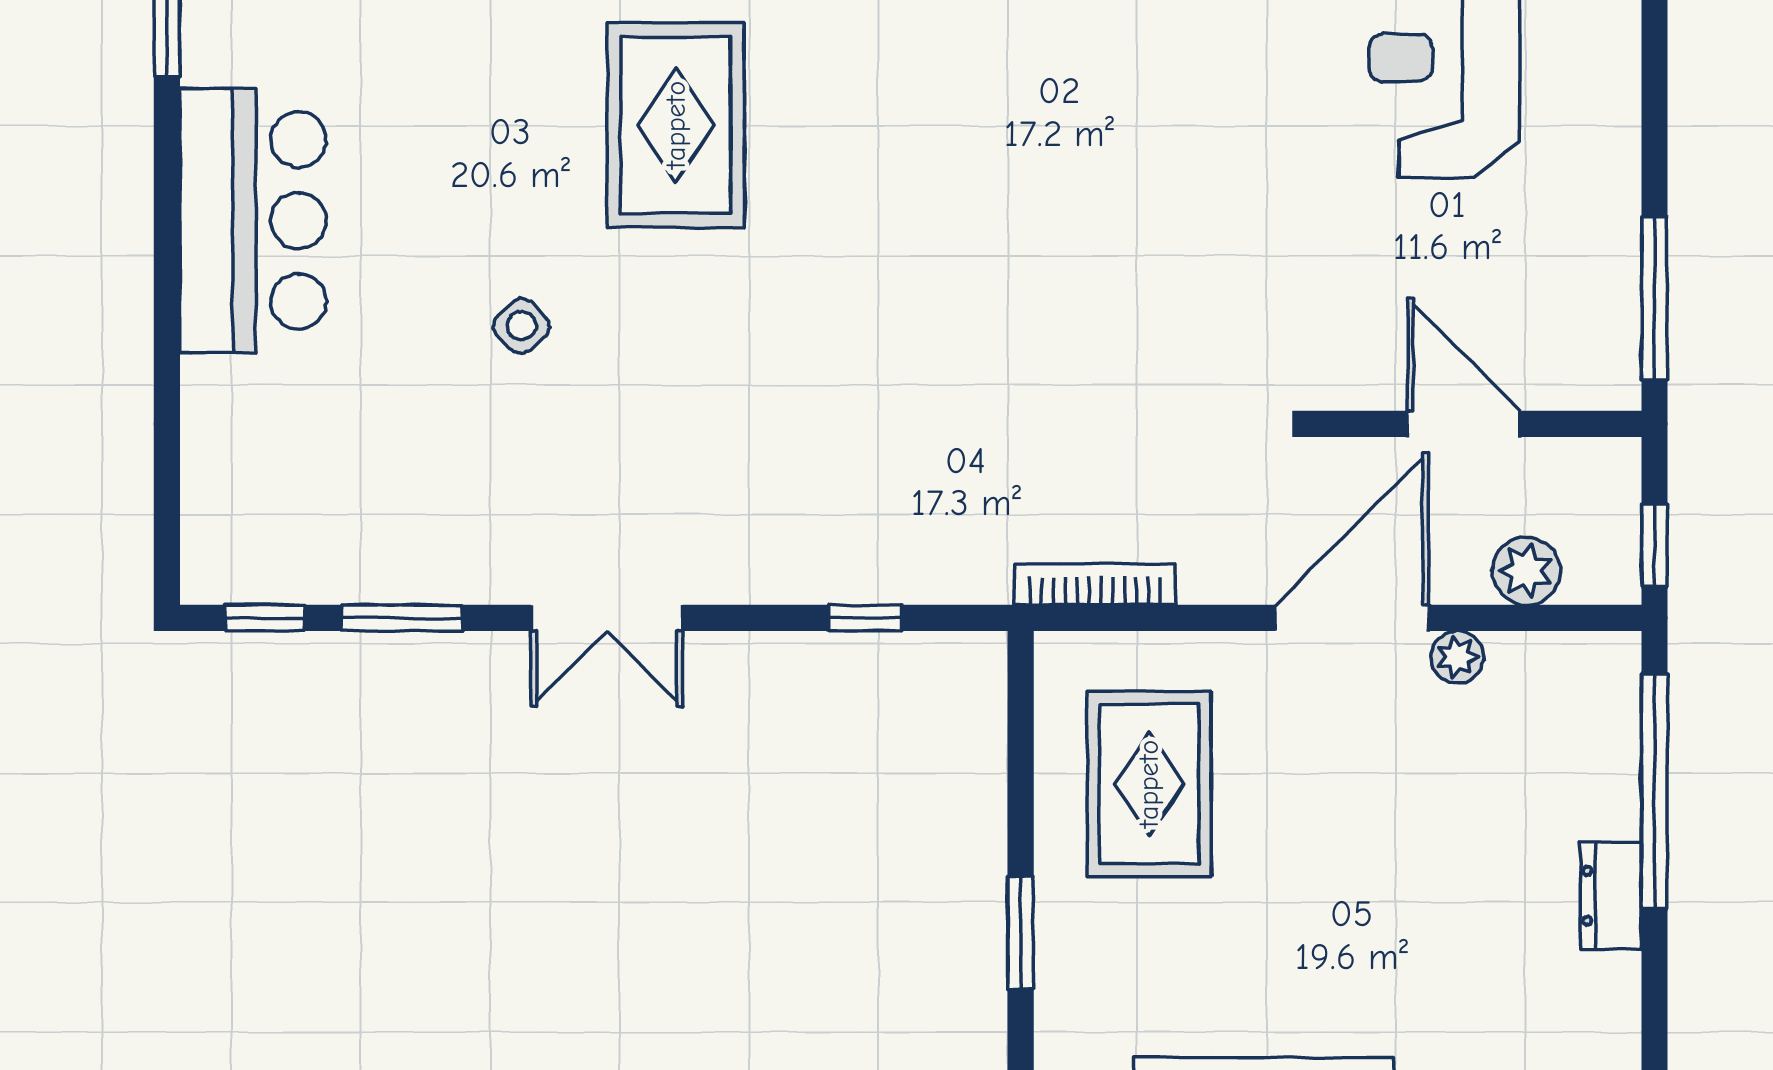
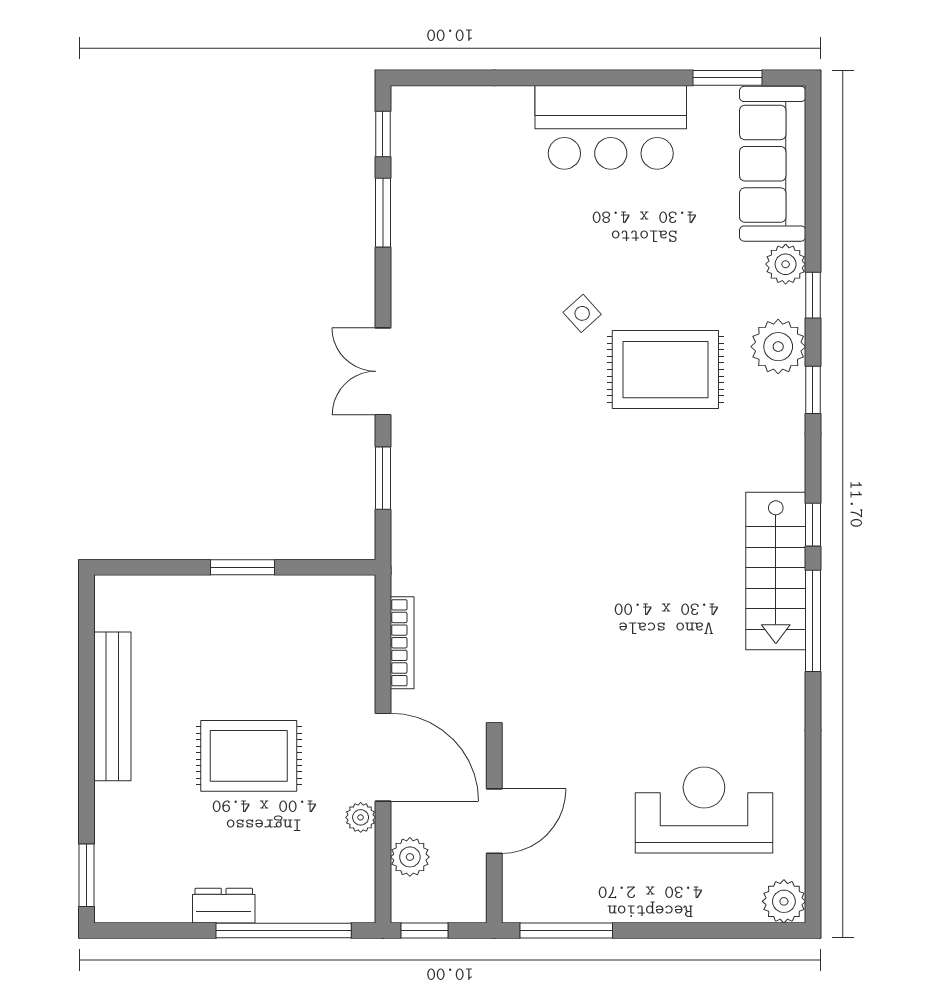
side table: (521, 326) -> (582, 313), moved
bookcase: (1095, 584) -> (402, 643), moved
double door: (607, 618) -> (383, 371), moved
window: (865, 618) -> (383, 478), width x1.50
rug: (1149, 784) -> (249, 756), moved
window: (1021, 933) -> (242, 567), moved

